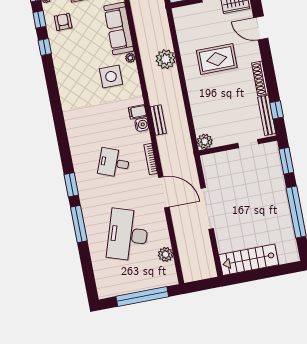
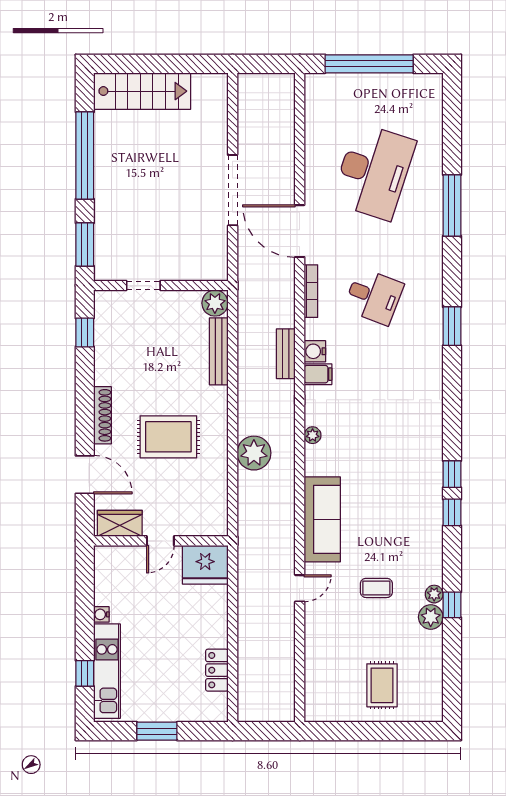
window: (39, 19) -> (452, 474), moved
armchair: (63, 22) -> (413, 548), removed
plant: (130, 58) -> (313, 435), moved
side table: (111, 77) -> (351, 442), removed
shoe rack: (260, 78) -> (103, 415), moved
bench: (267, 115) -> (219, 351), moved
window: (71, 185) -> (452, 326), moved
plant: (166, 254) -> (317, 127), removed
stairs: (249, 260) -> (142, 91), moved

